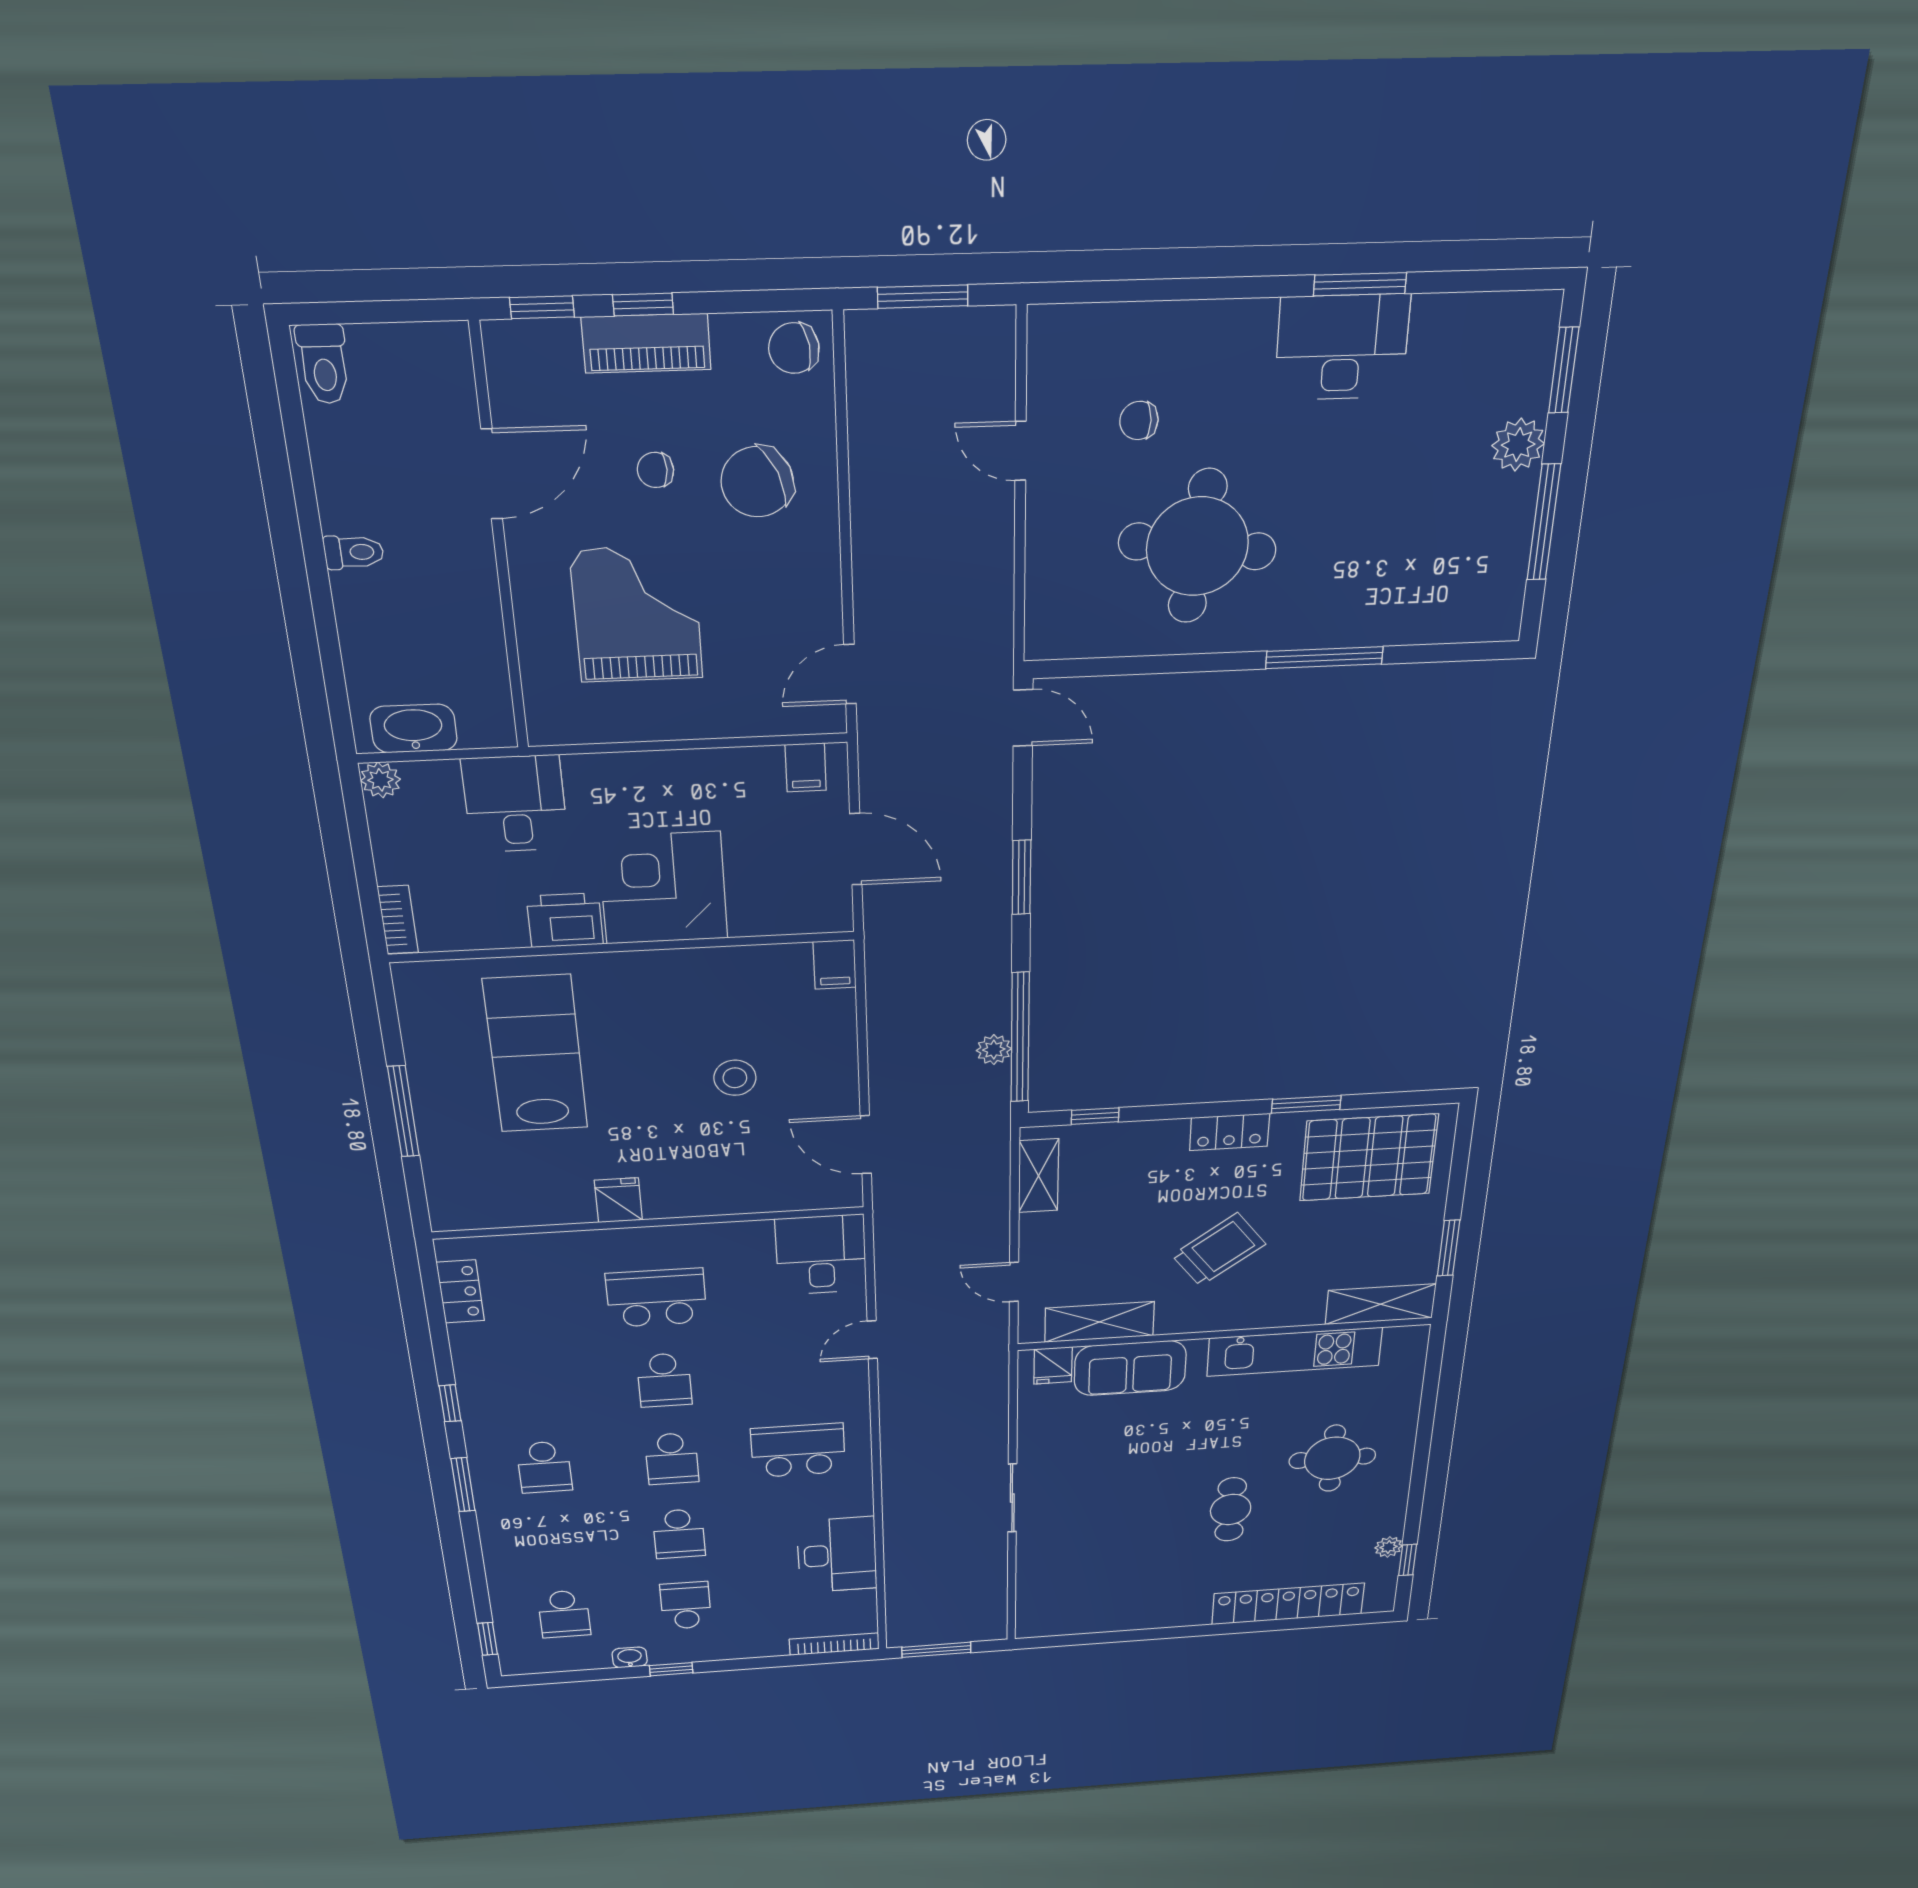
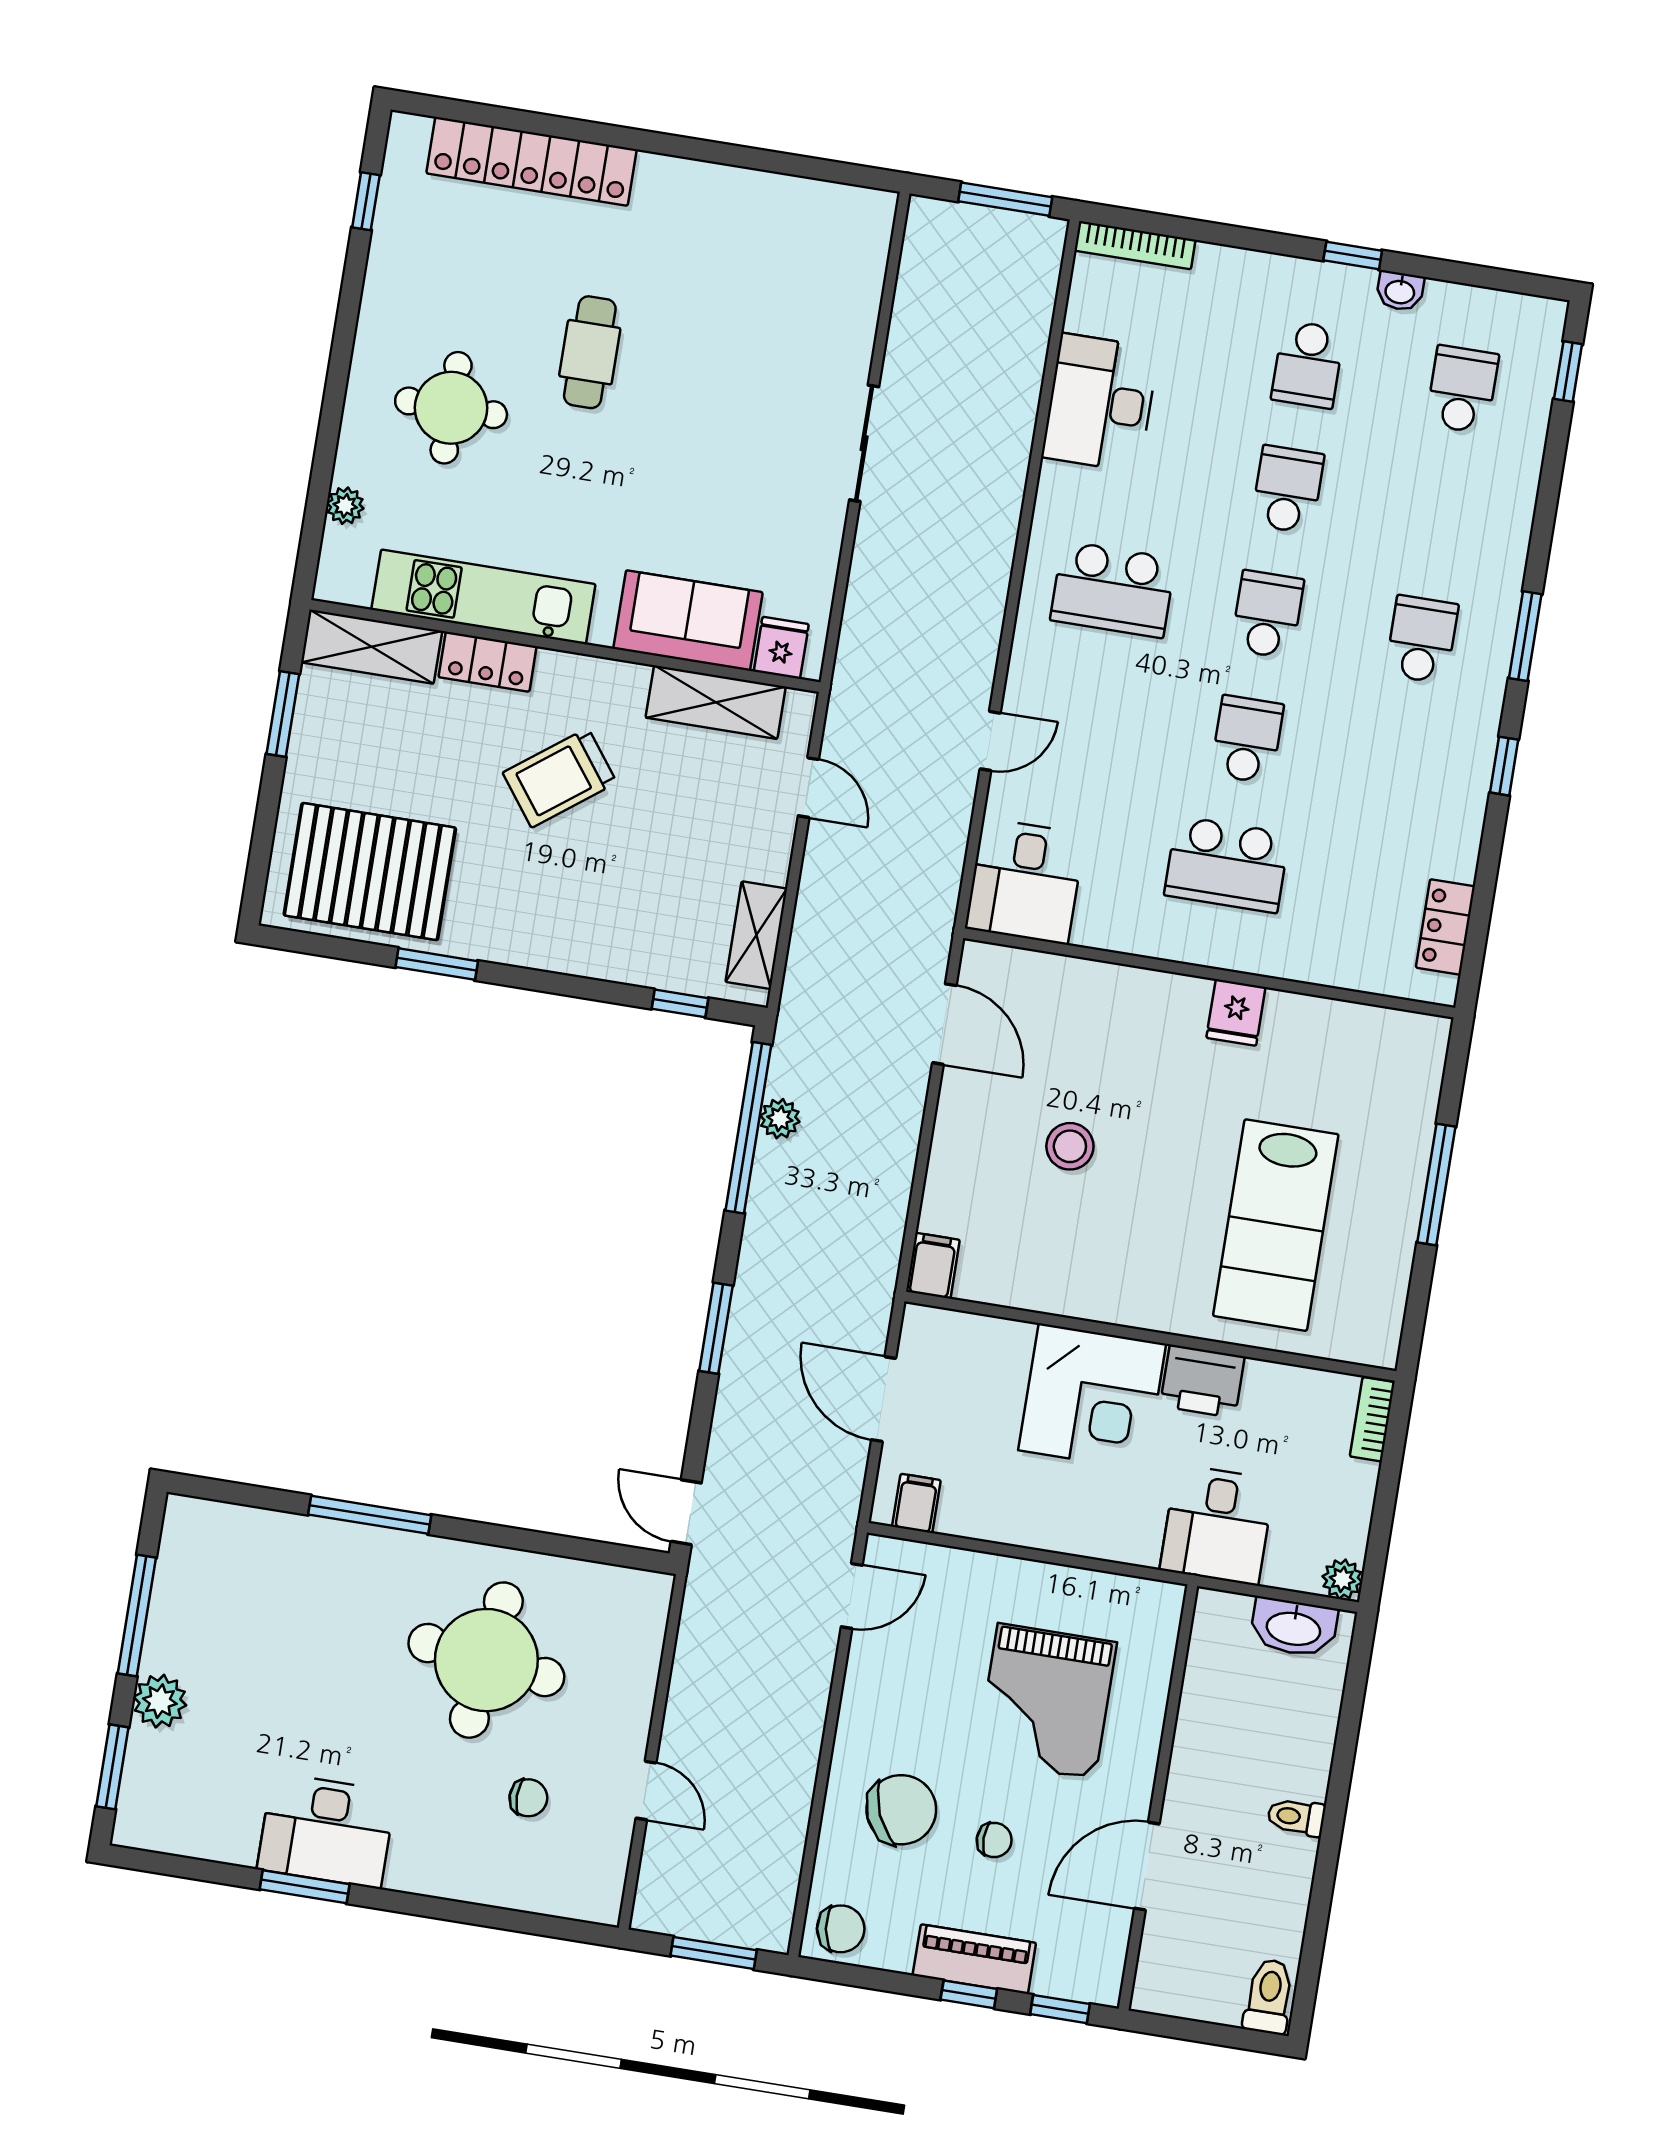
locker: (1230, 1132) -> (488, 662), moved, turned 180
plant: (1389, 1547) -> (345, 506), moved

